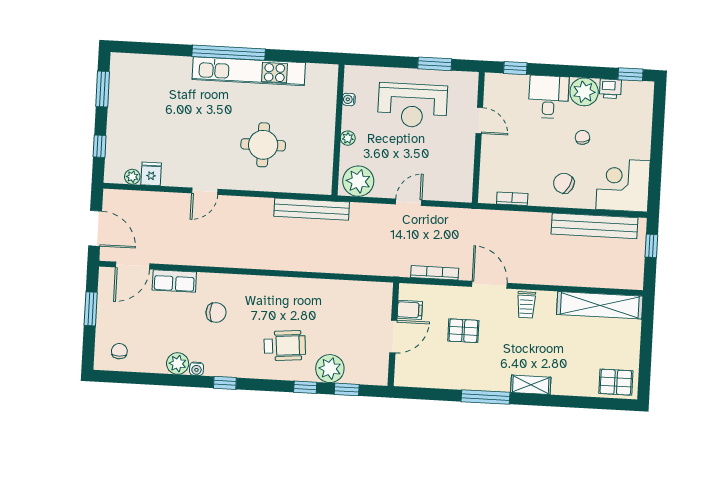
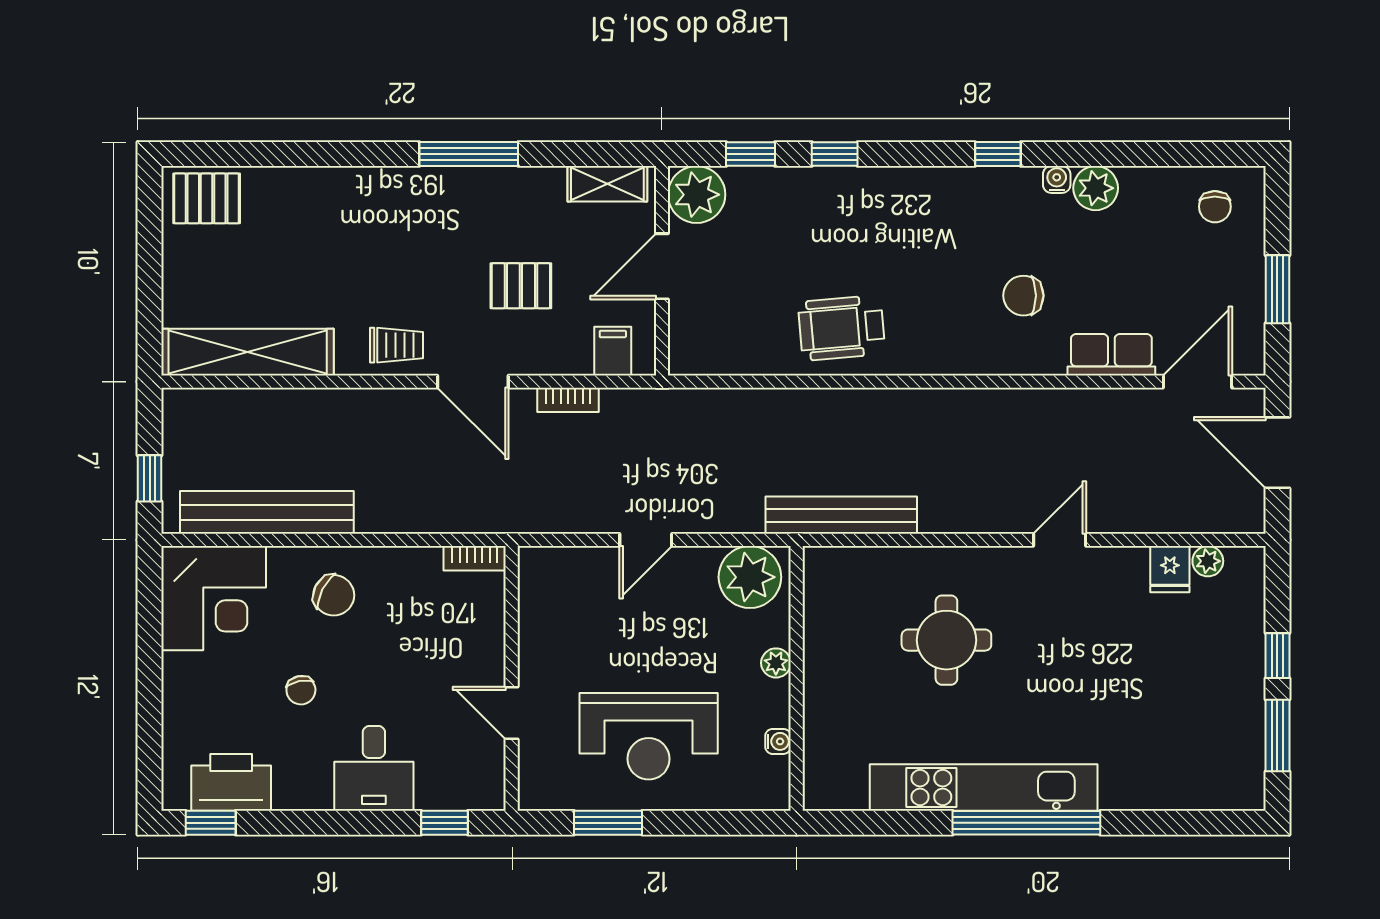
printer: (610, 89) -> (231, 782), width x1.87, depth x1.48
plant: (584, 92) -> (303, 782), removed
reception desk: (412, 105) -> (649, 736), turned 180
window: (100, 146) -> (1277, 656), moved
bookcase: (512, 199) -> (475, 558), moved
bookcase: (435, 273) -> (568, 400), width x0.64
trolley: (526, 305) -> (396, 345), turned 90
filing cabinet: (410, 310) -> (613, 351), moved, turned 90
wheelchair: (285, 346) -> (842, 328), moved
plant: (330, 369) -> (697, 195), moved
shelving: (531, 385) -> (607, 184), moved

